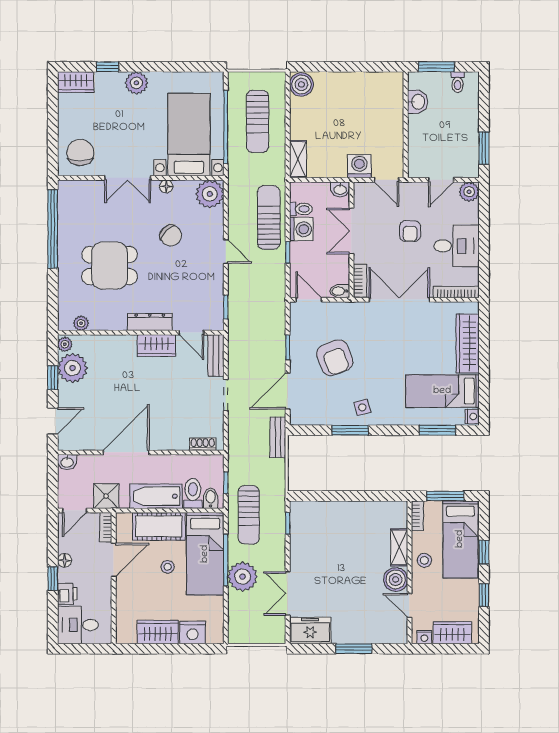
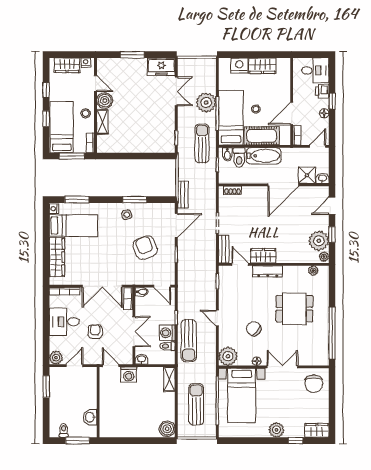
shower: (106, 496) -> (307, 175), moved

